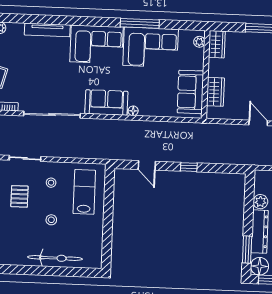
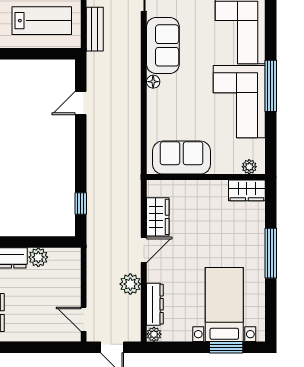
wardrobe: (215, 92) -> (158, 217), moved, turned -90
bench: (92, 153) -> (95, 29), added
window: (189, 167) -> (81, 204), moved

